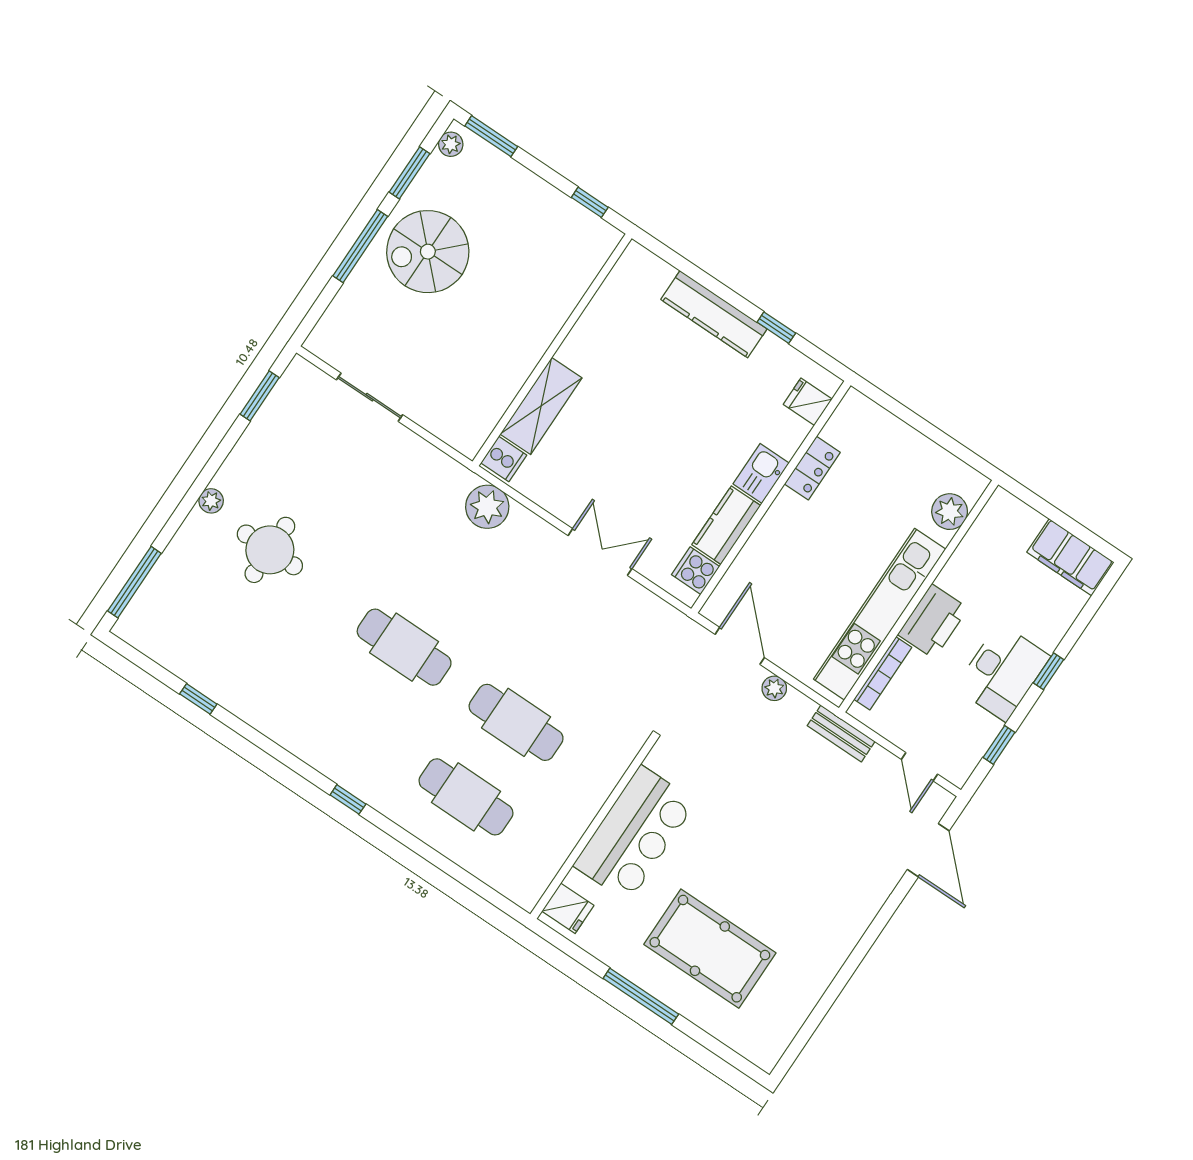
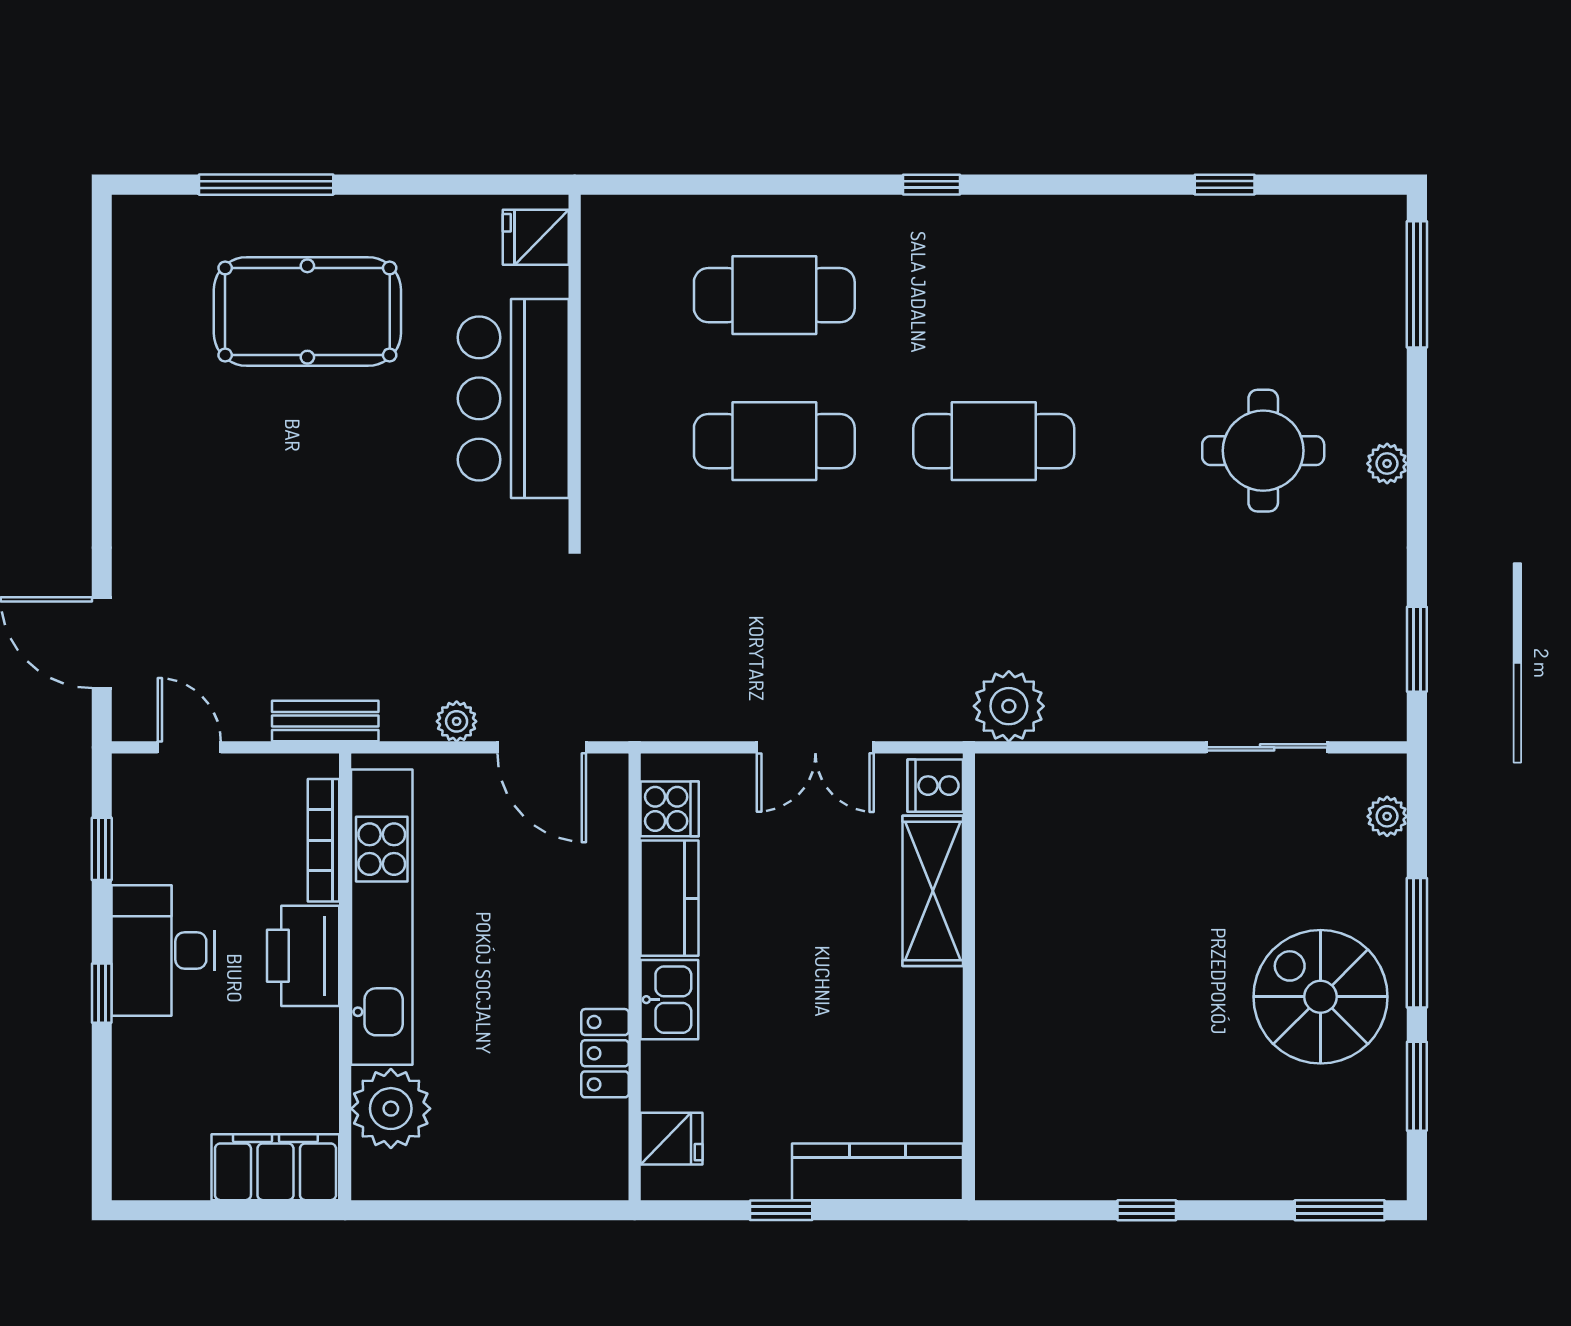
plant: (451, 144) -> (1387, 816), moved
spiral stairs: (428, 252) -> (1321, 997), turned -90
wall: (552, 350) -> (969, 977), moved
shelving: (541, 406) -> (933, 891), moved
cooker: (504, 459) -> (935, 786), moved
plant: (950, 512) -> (391, 1109), width x1.36, depth x1.36
filing cabinet: (1071, 557) -> (275, 1167), moved
window: (641, 996) -> (266, 185), moved

